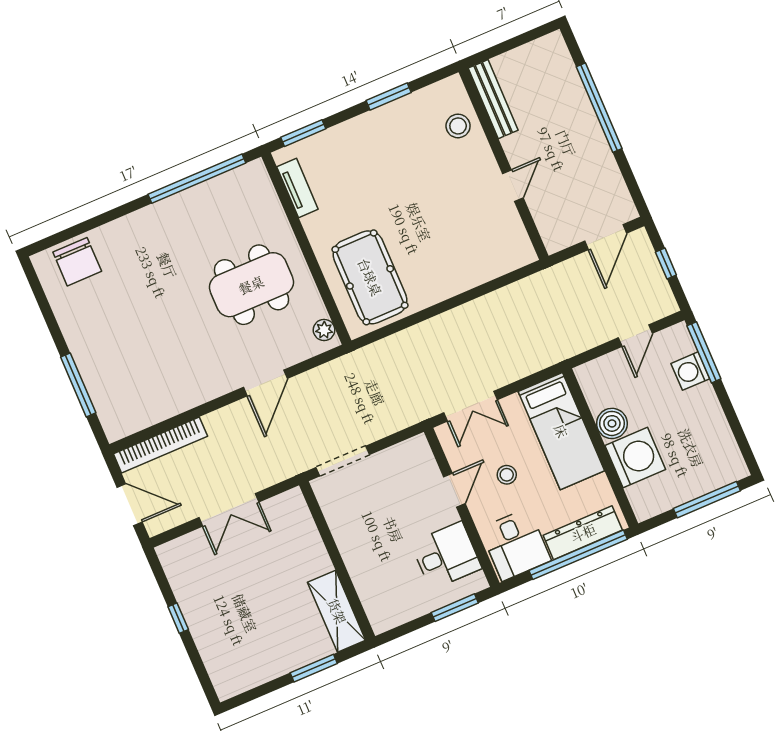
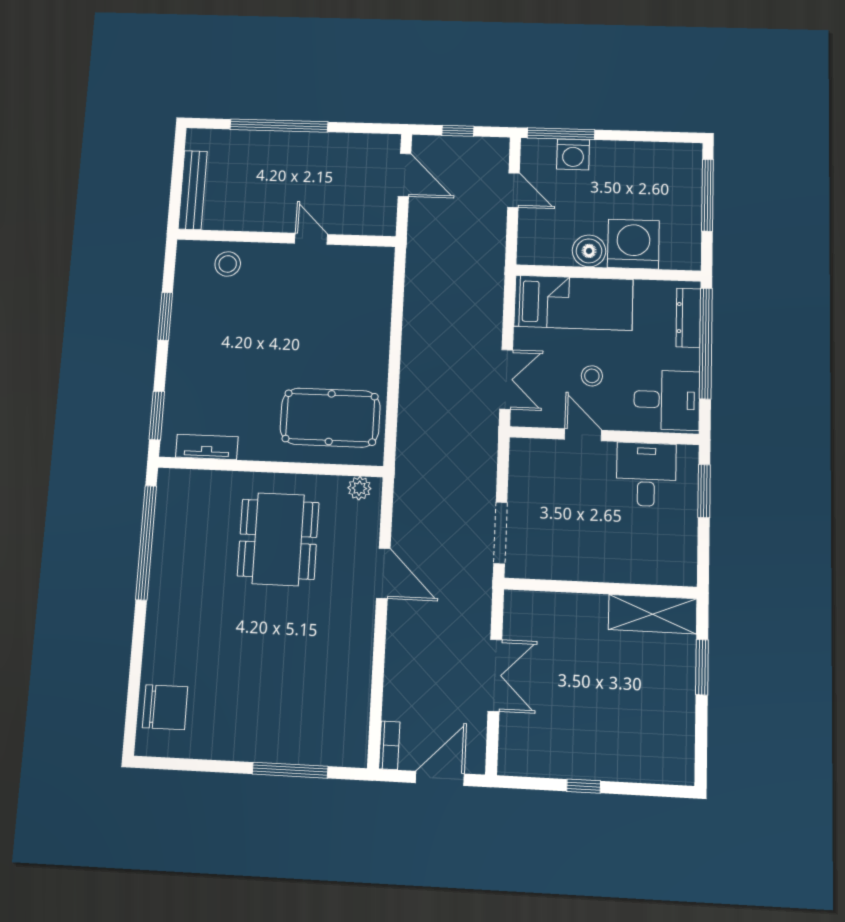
bench: (493, 99) -> (193, 190), moved, turned 90
bookcase: (160, 445) -> (389, 745), width x0.43, depth x0.76
dresser: (583, 533) -> (688, 318), width x0.73, depth x0.80

